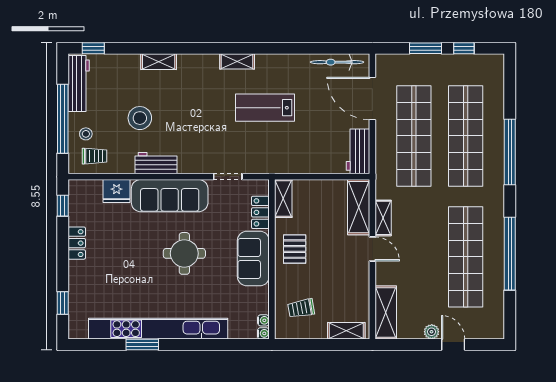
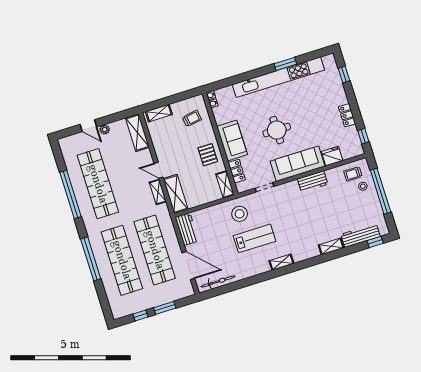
workbench: (79, 84) -> (361, 235), moved, turned 90
stool: (140, 118) -> (240, 214), moved

